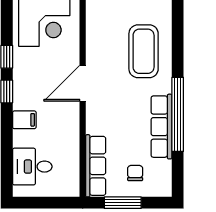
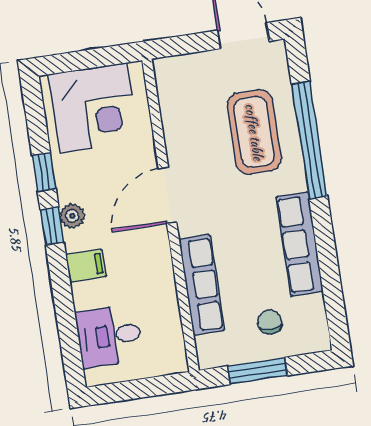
plant: (20, 87) -> (72, 216), added
window: (178, 114) -> (310, 140), moved
row of seats: (96, 166) -> (202, 285), moved

